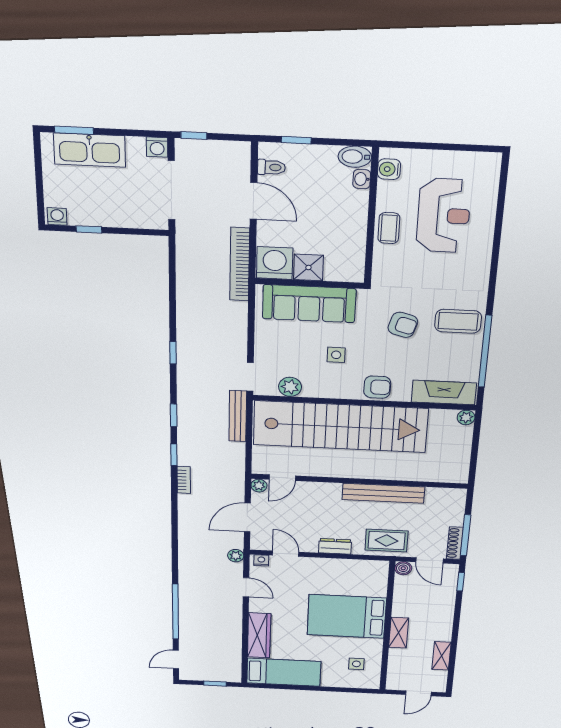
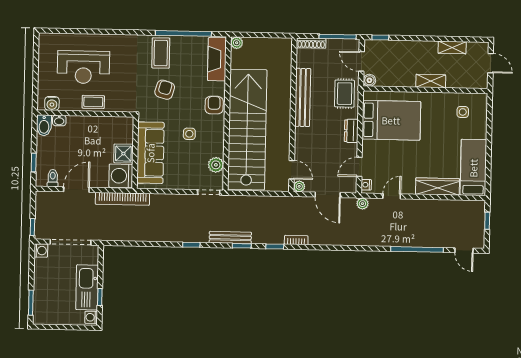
kitchen sink: (89, 150) -> (87, 287), moved, turned 180
reception desk: (444, 216) -> (83, 67), turned 180
bench: (238, 416) -> (230, 238), moved
shoe rack: (455, 543) -> (311, 43), moved
door: (430, 560) -> (361, 61), swing flipped
bed: (347, 616) -> (391, 120), moved, turned -90

